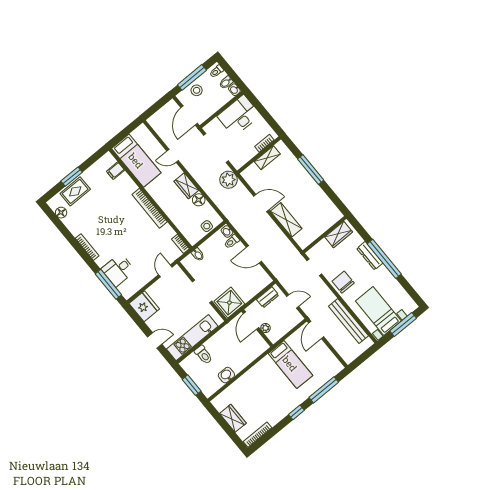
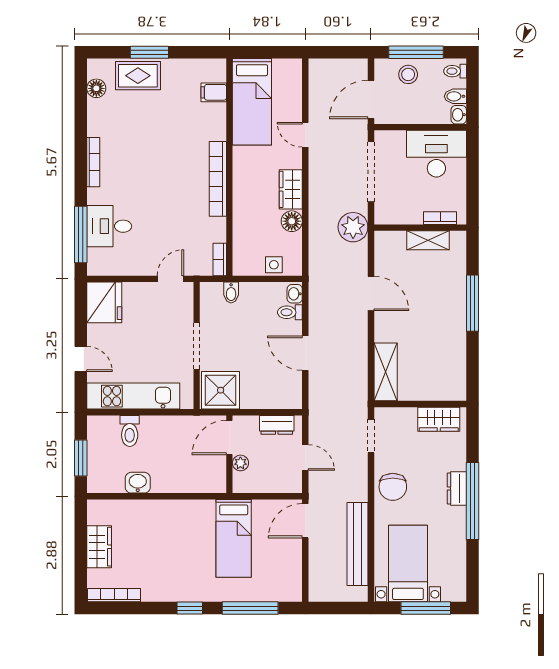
shelving: (286, 220) -> (386, 372), moved
dresser: (370, 256) -> (457, 488), width x0.70
chair: (343, 282) -> (393, 487), turned 180

